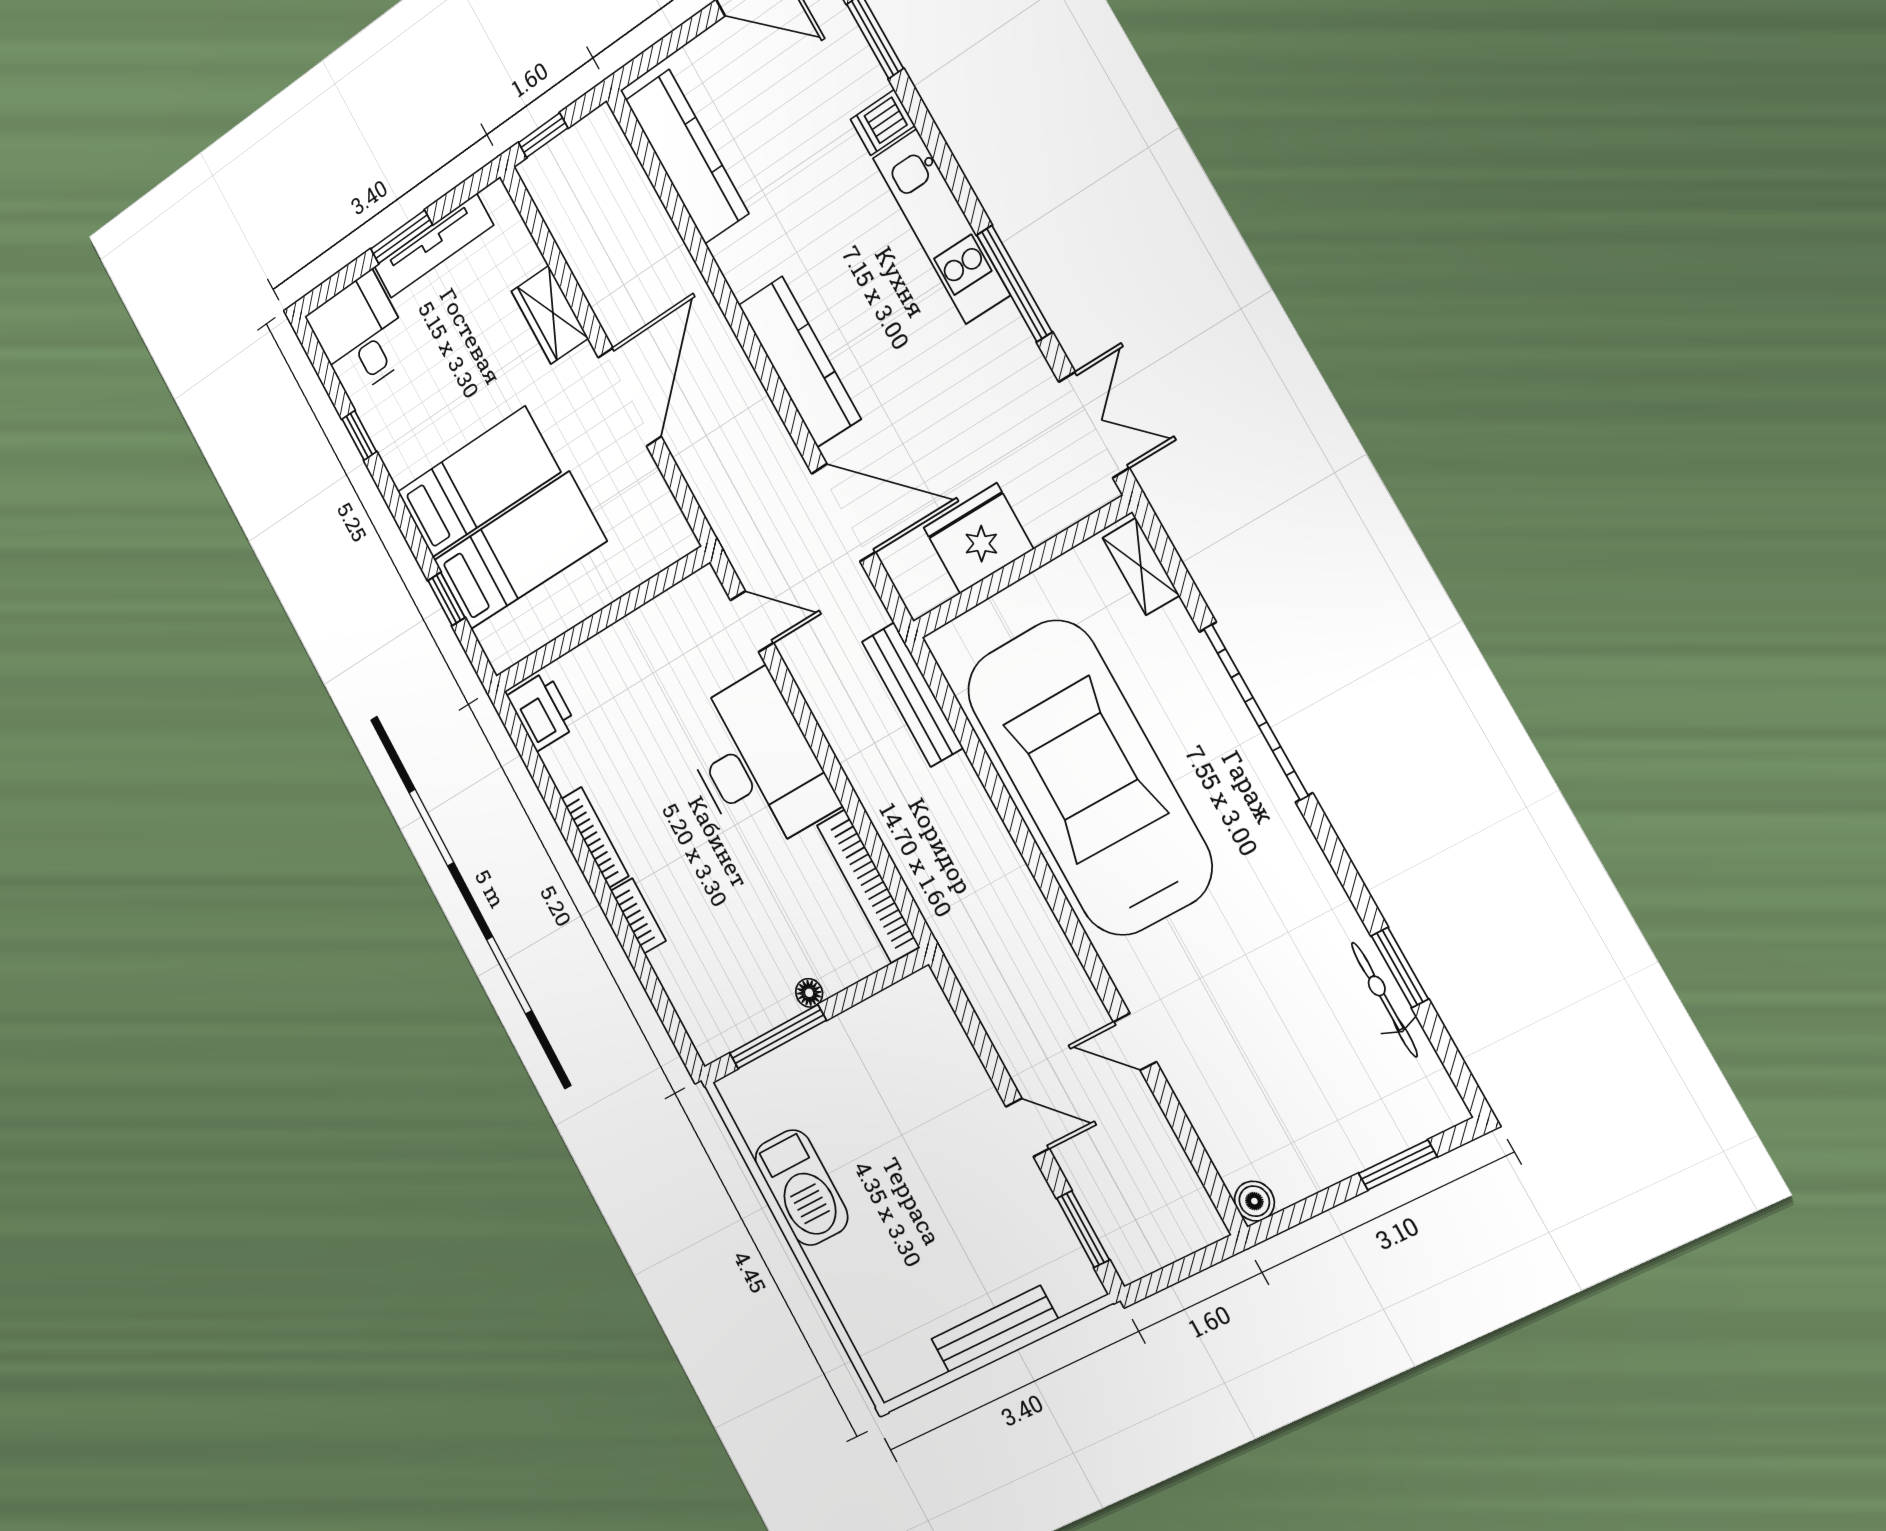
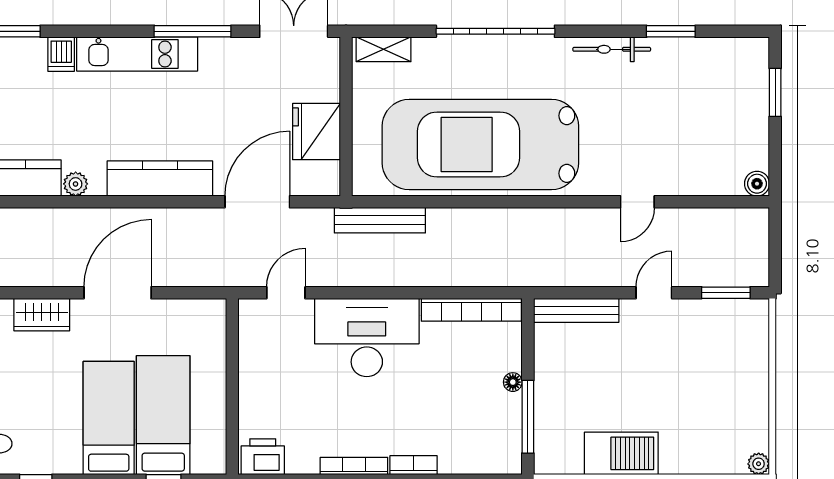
plant: (730, 253) -> (76, 184), added
door: (630, 397) -> (118, 293), hinge flipped
bicycle: (1384, 1000) -> (612, 49), moved
bench: (994, 1329) -> (576, 310), moved, turned 90
plant: (889, 1382) -> (759, 464), added

